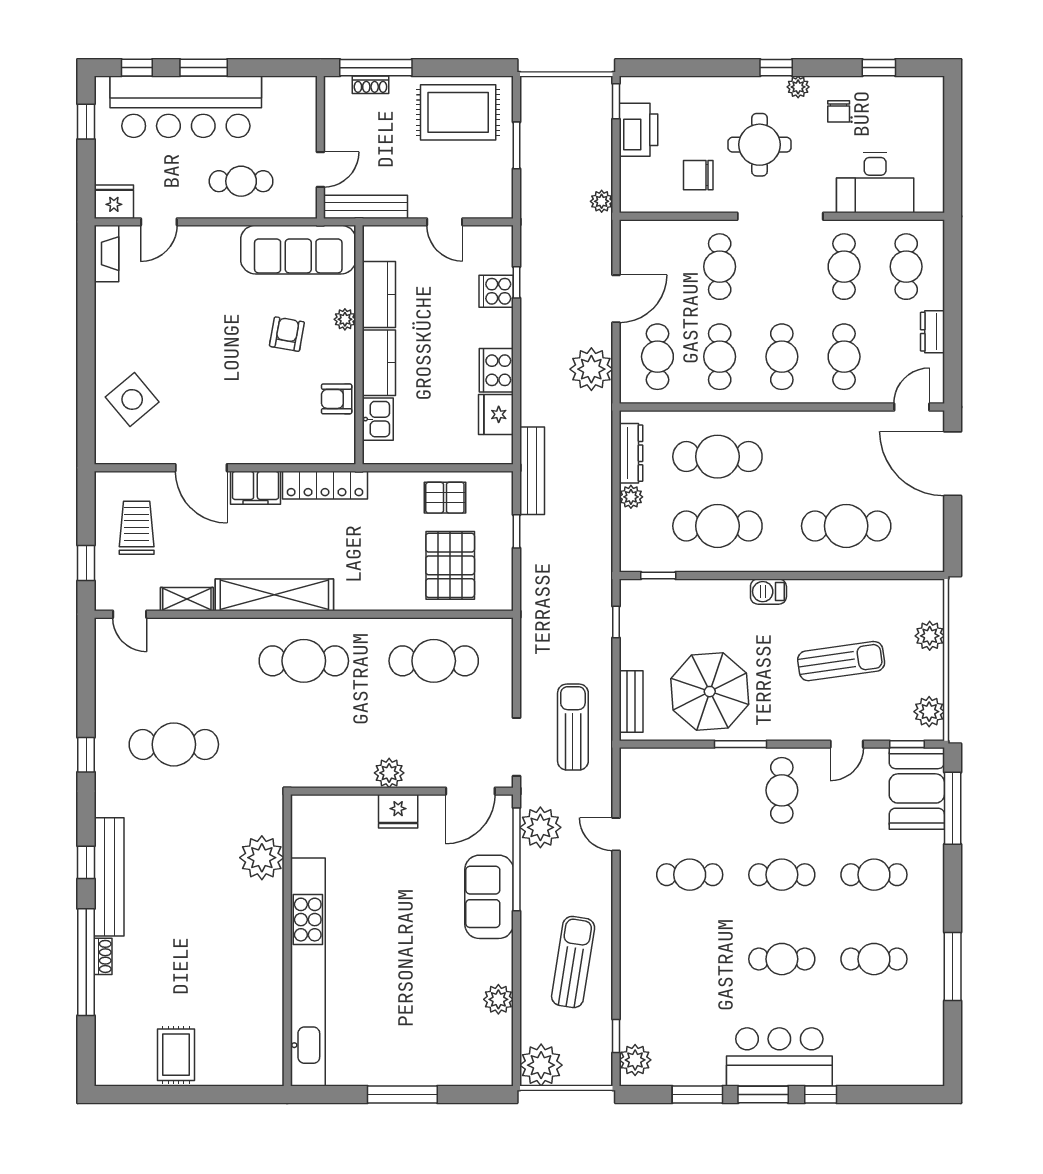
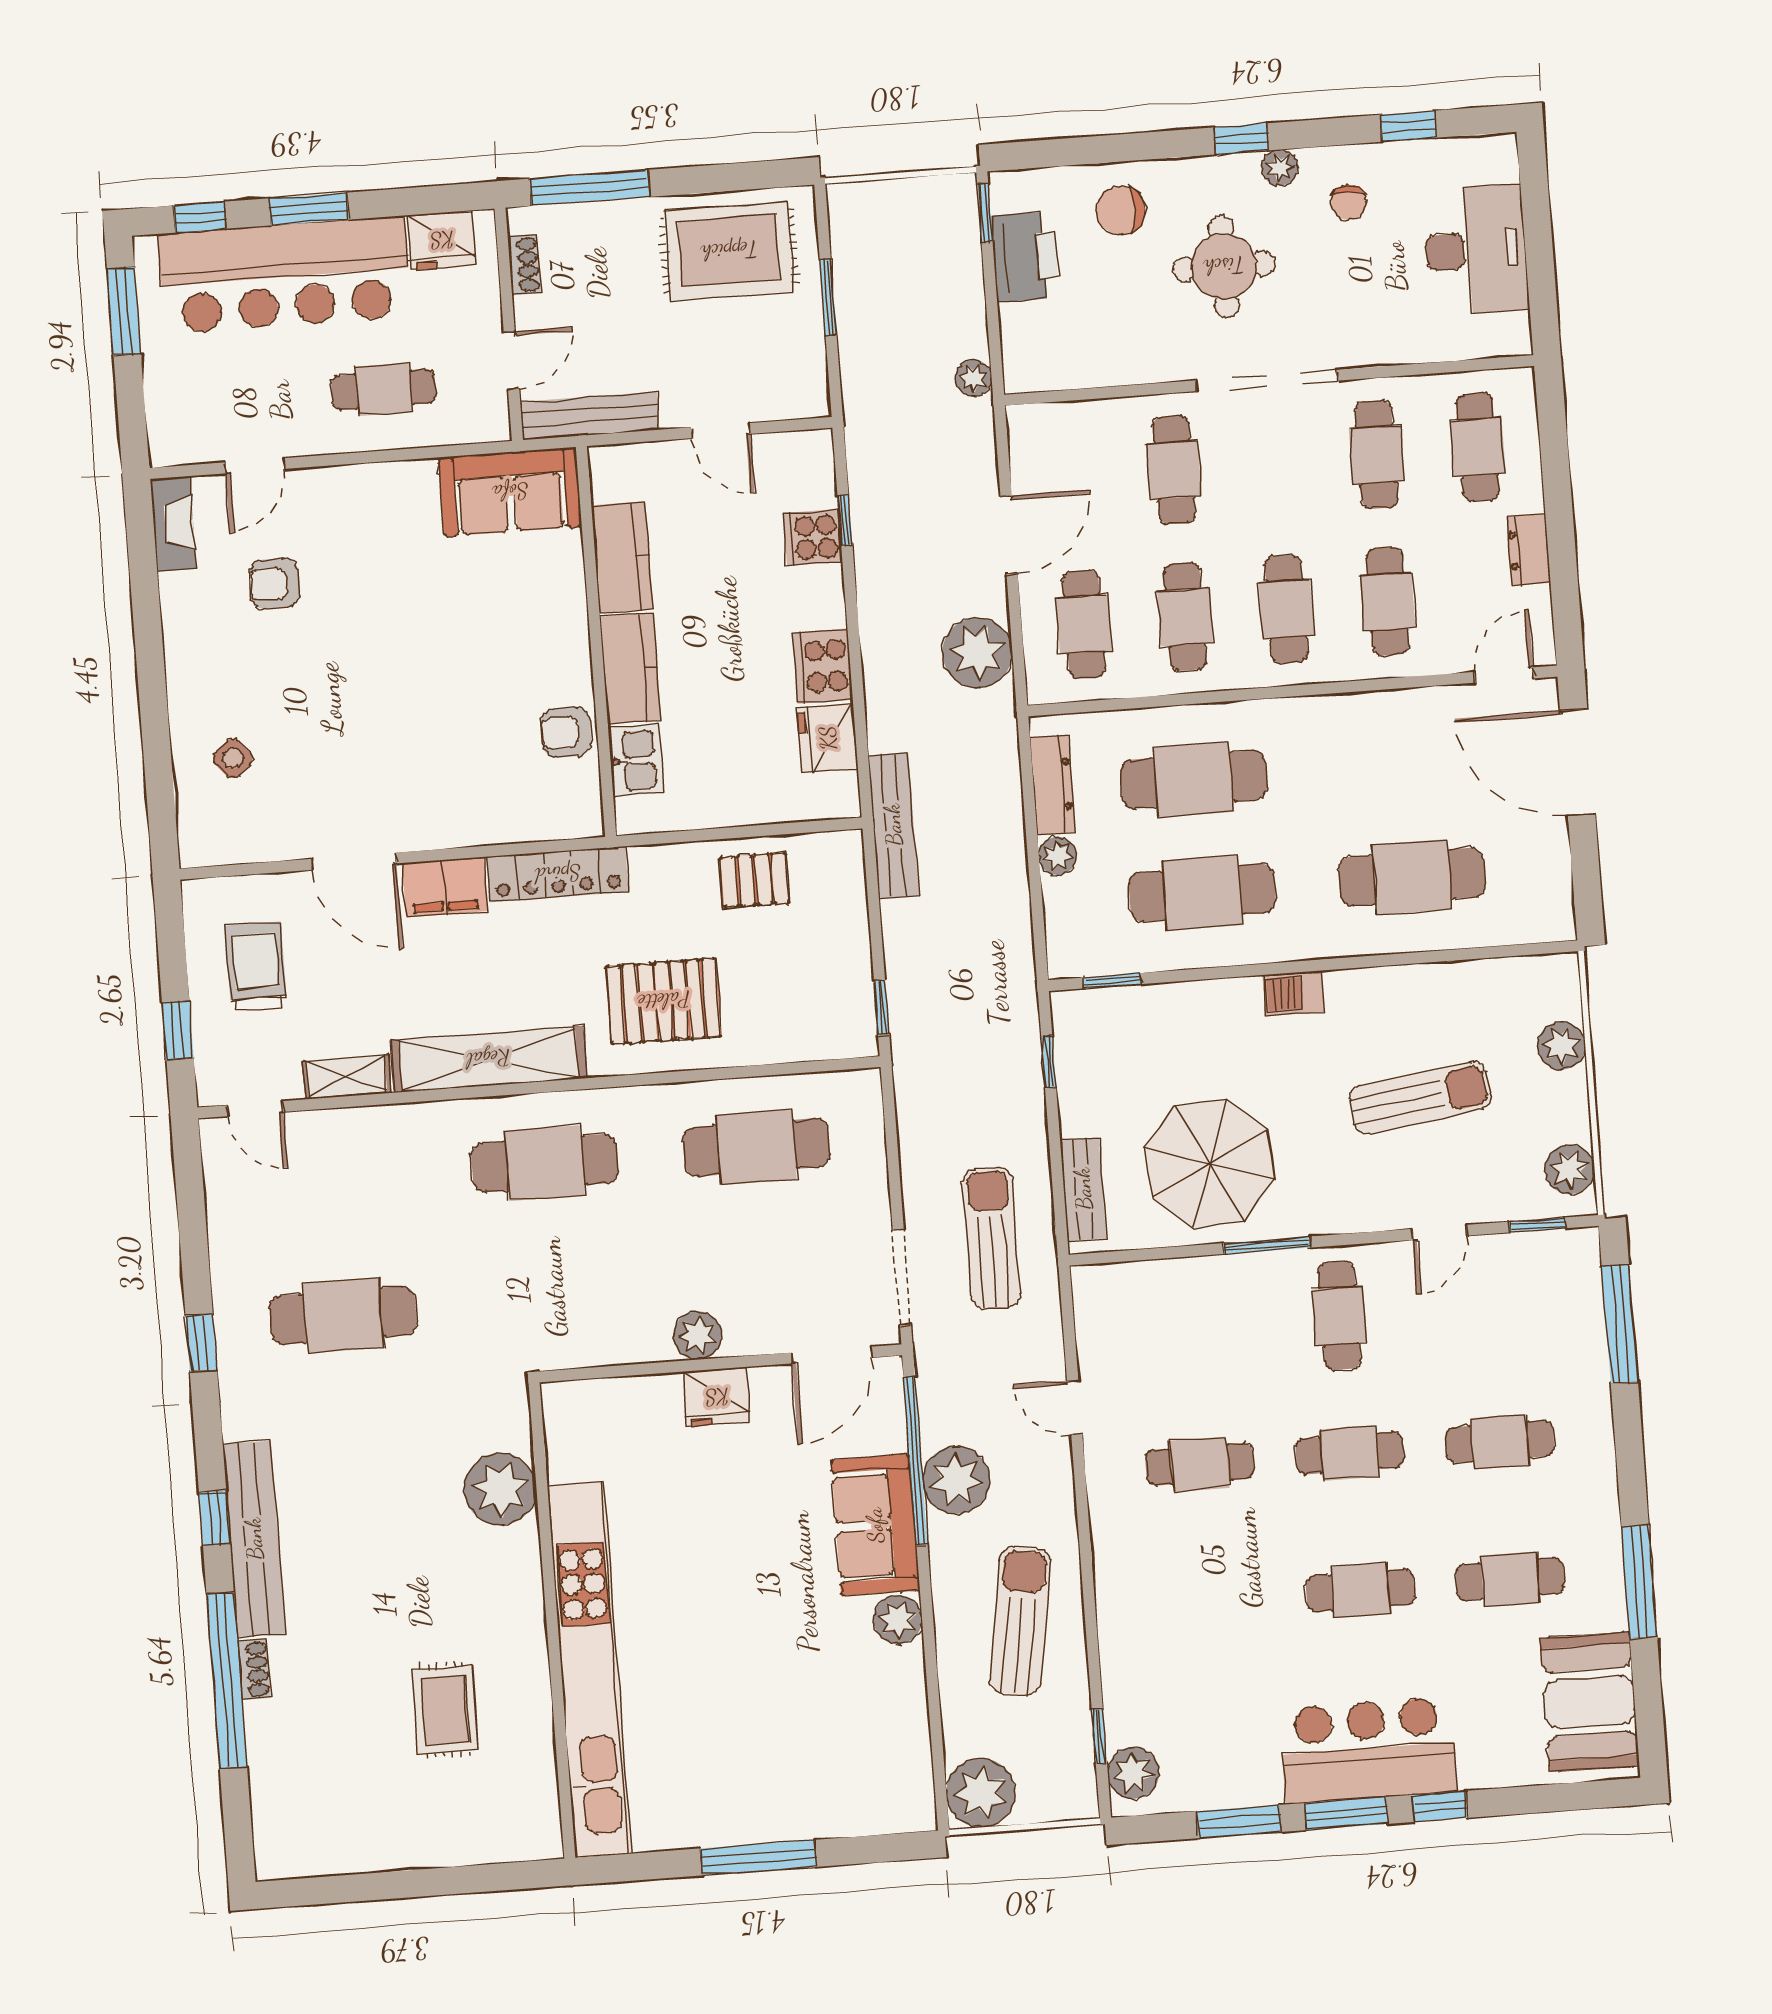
shoe rack: (370, 85) -> (524, 265), moved, turned -90
window: (86, 122) -> (124, 311), width x1.50
chair: (698, 175) -> (1121, 211), moved
desk: (875, 183) -> (1476, 250), moved, turned -90
fridge: (114, 202) -> (442, 240), moved, turned 180
sofa: (298, 250) -> (510, 492), width x0.73
plant: (345, 319) -> (570, 602), removed
armchair: (287, 334) -> (275, 584), moved, turned -100
side table: (132, 399) -> (233, 758), width x0.54, depth x0.54
window: (517, 531) -> (882, 1007), moved
pallet: (450, 565) -> (664, 1001), moved, turned 90
booth: (917, 788) -> (1590, 1702), moved
plant: (540, 827) -> (956, 1480), moved
plant: (498, 999) -> (898, 1620), moved
rug: (176, 1055) -> (445, 1710), moved

